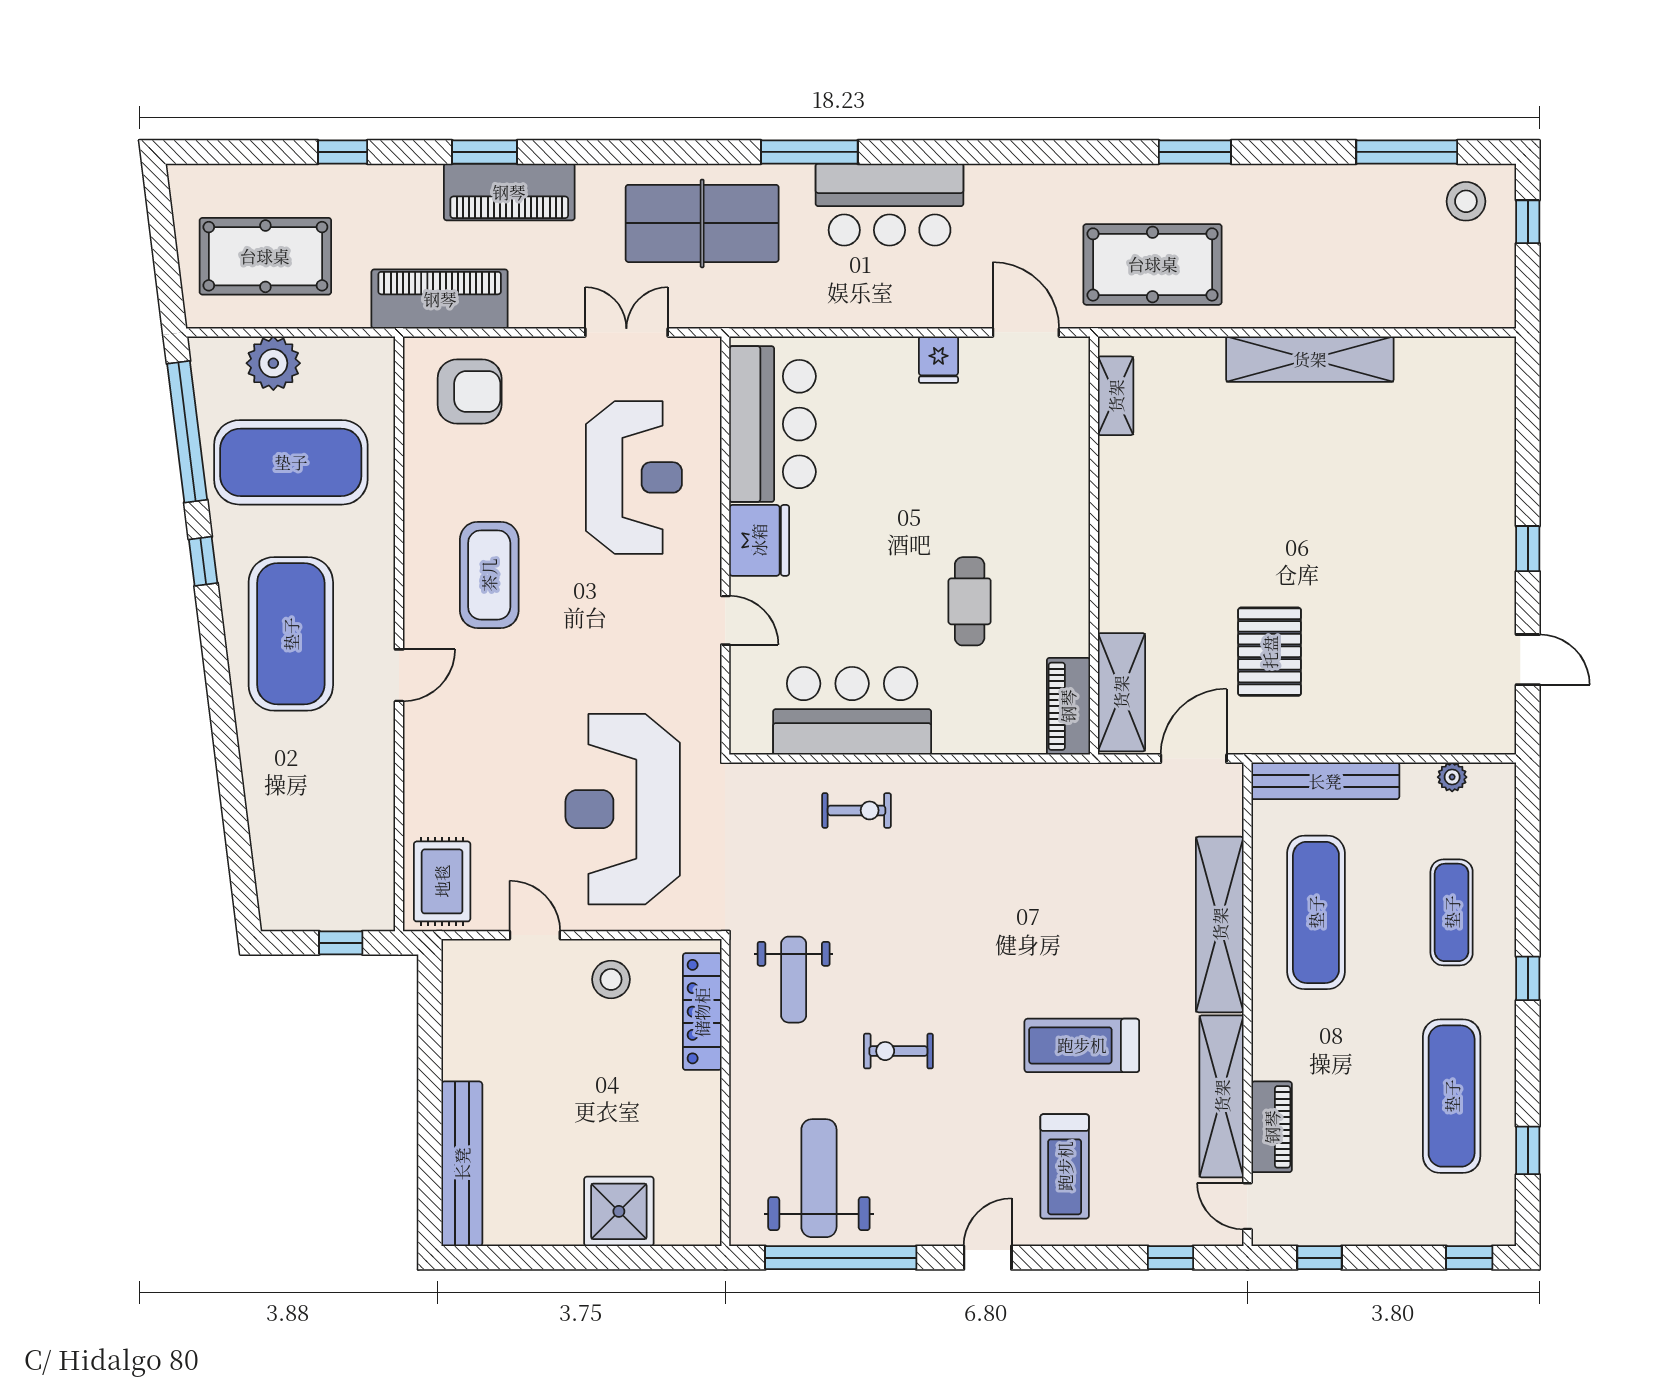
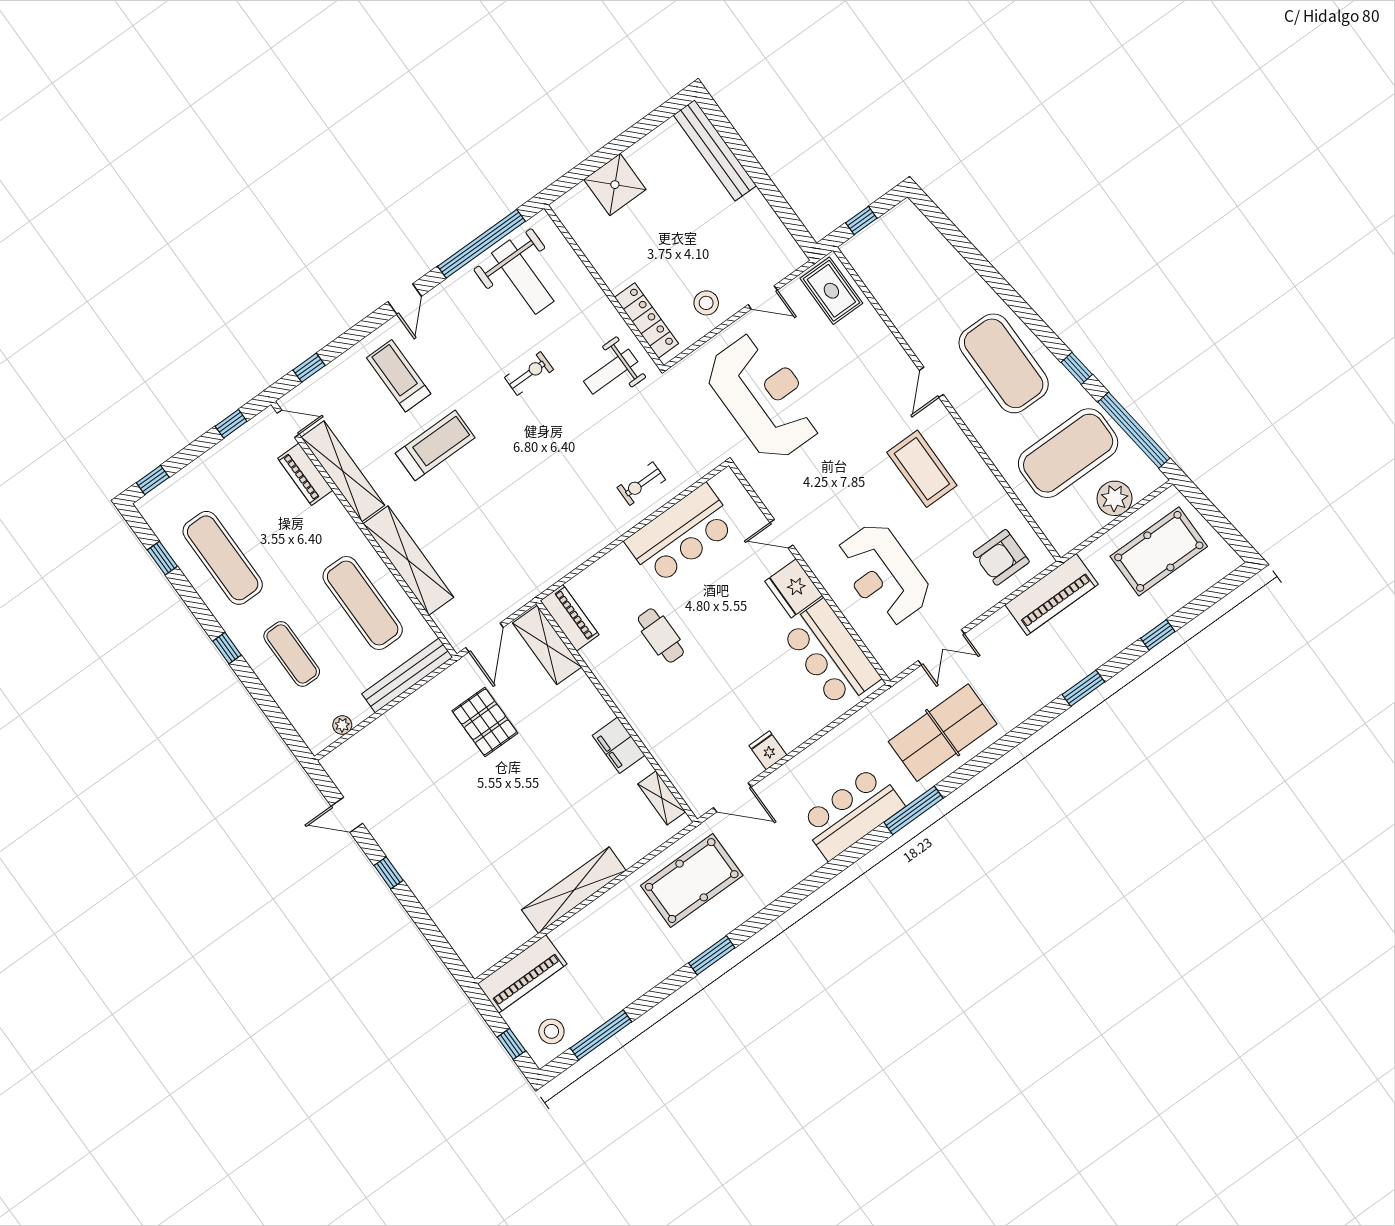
piano: (509, 192) -> (522, 974), moved, turned 180
filing cabinet: (1122, 501) -> (619, 745), added
weight bench: (794, 980) -> (611, 372), turned -90

